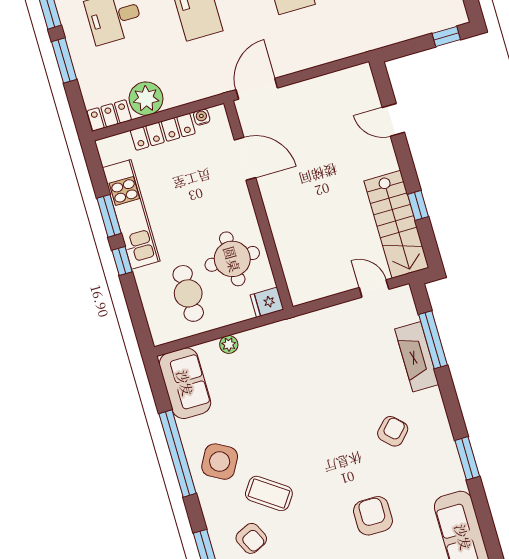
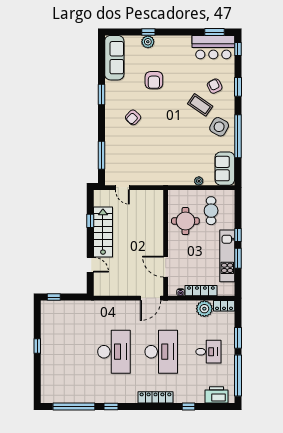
stairs: (396, 224) -> (103, 232), moved
fridge: (267, 302) -> (175, 196), removed
fireplace: (417, 357) -> (111, 149), removed

